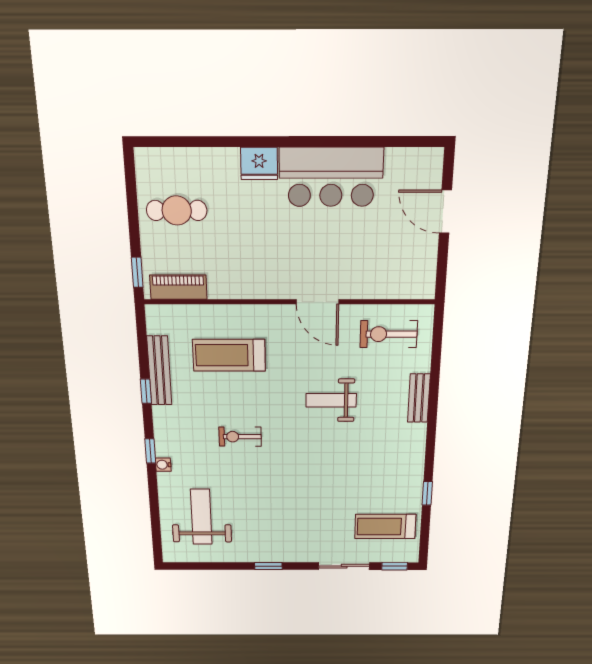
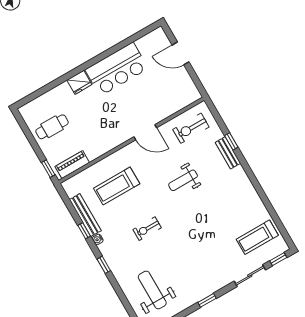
water cooler: (163, 465) -> (98, 239), moved
window: (427, 493) -> (231, 141), moved

